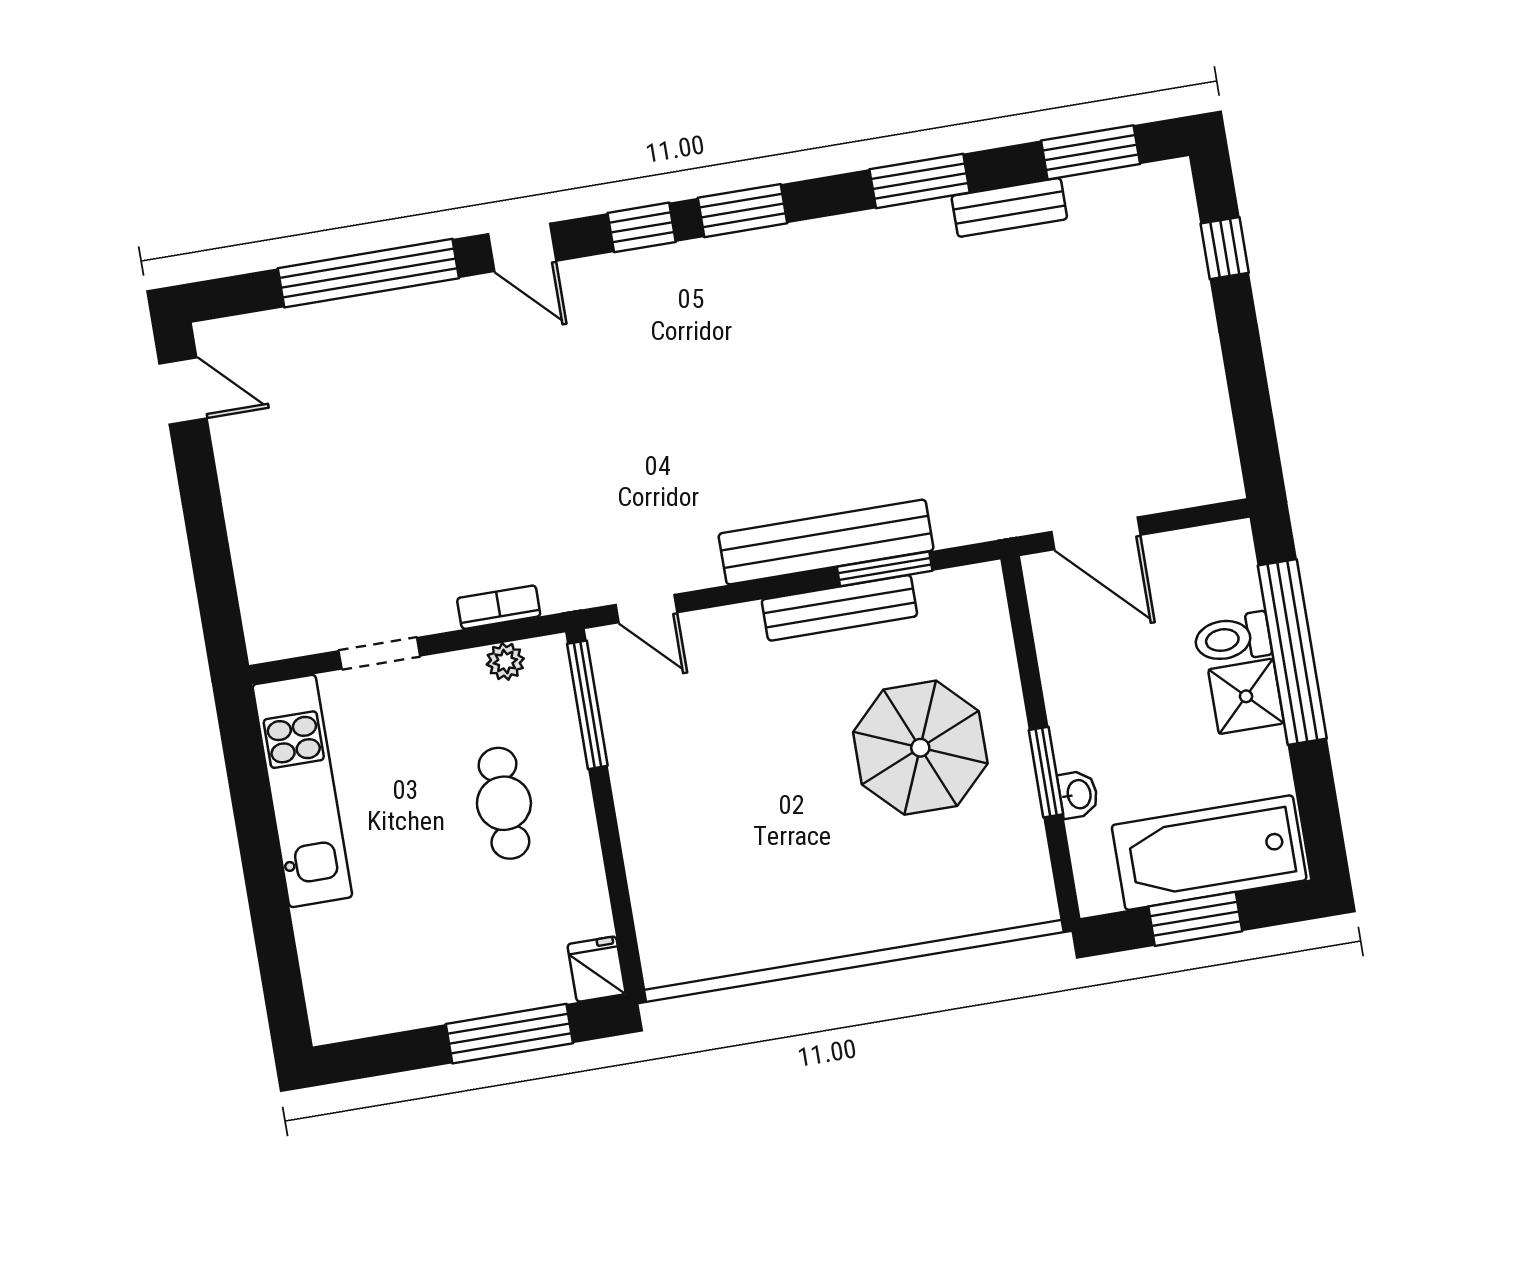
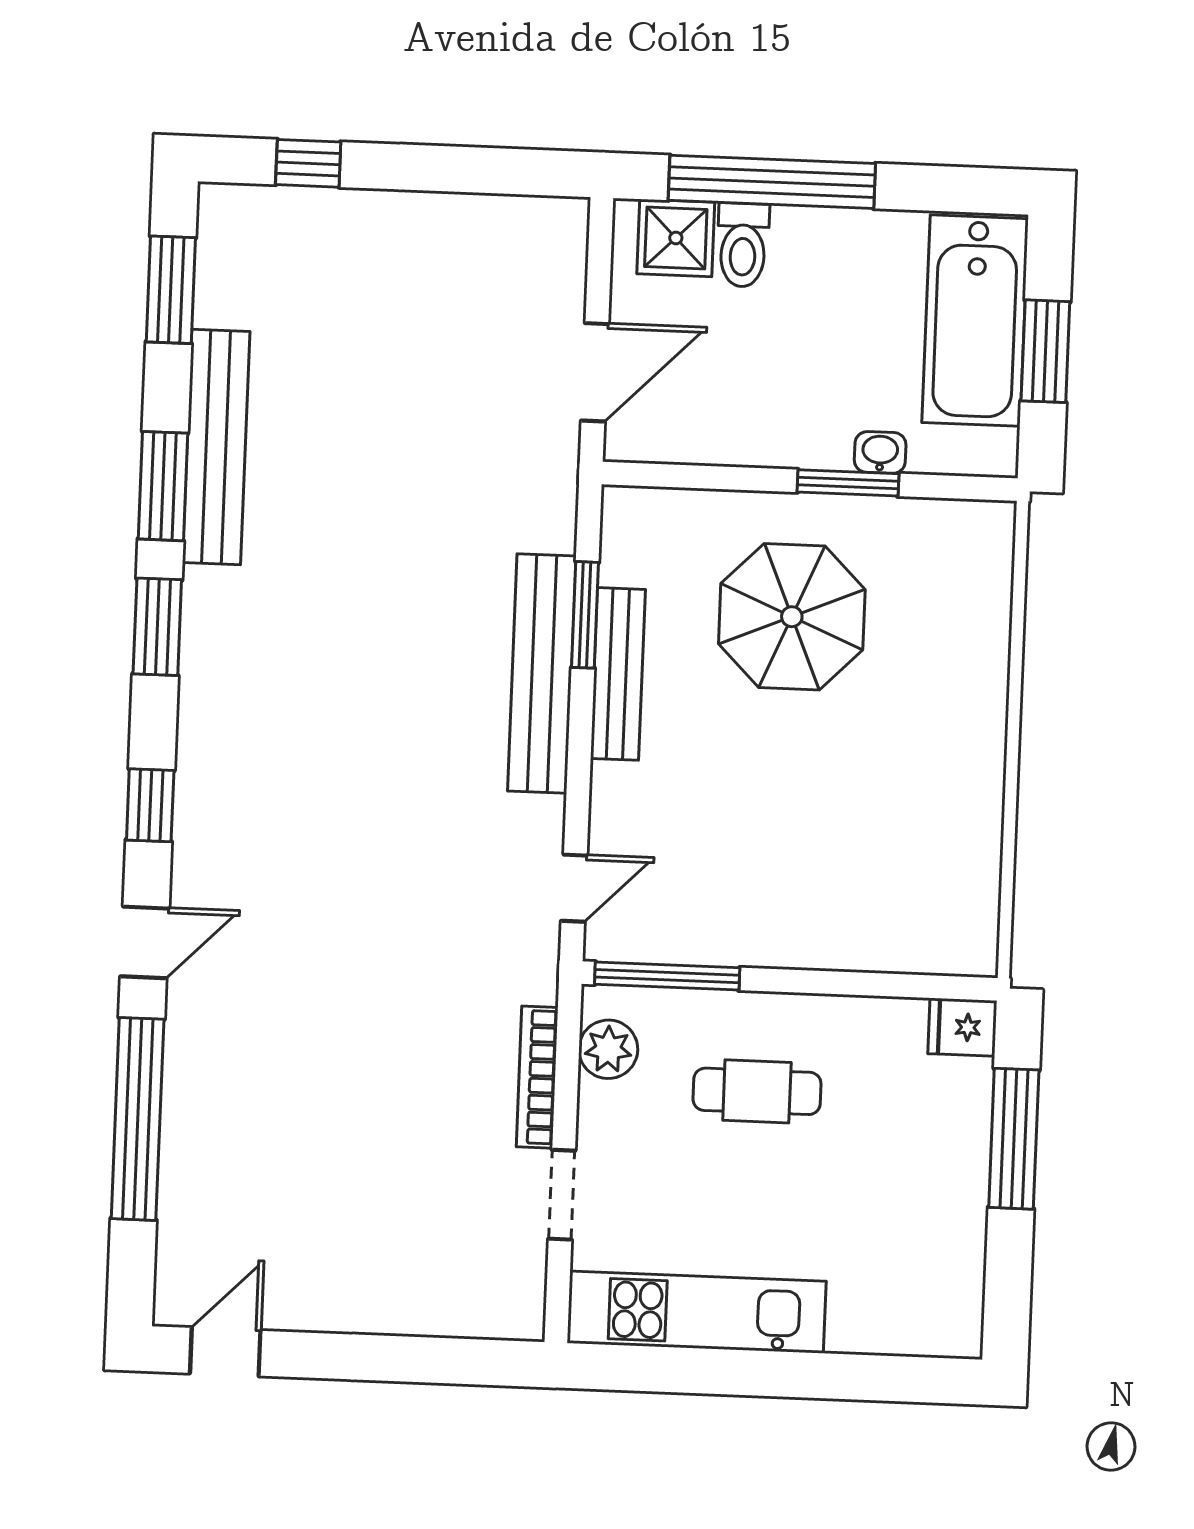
bench: (1009, 207) -> (216, 447), width x1.86, depth x1.21
window: (742, 211) -> (157, 627), moved
bookcase: (499, 607) -> (537, 1077), width x1.56
plant: (505, 661) -> (608, 1049), width x1.38, depth x1.38
shower: (1246, 696) -> (676, 238), moved

